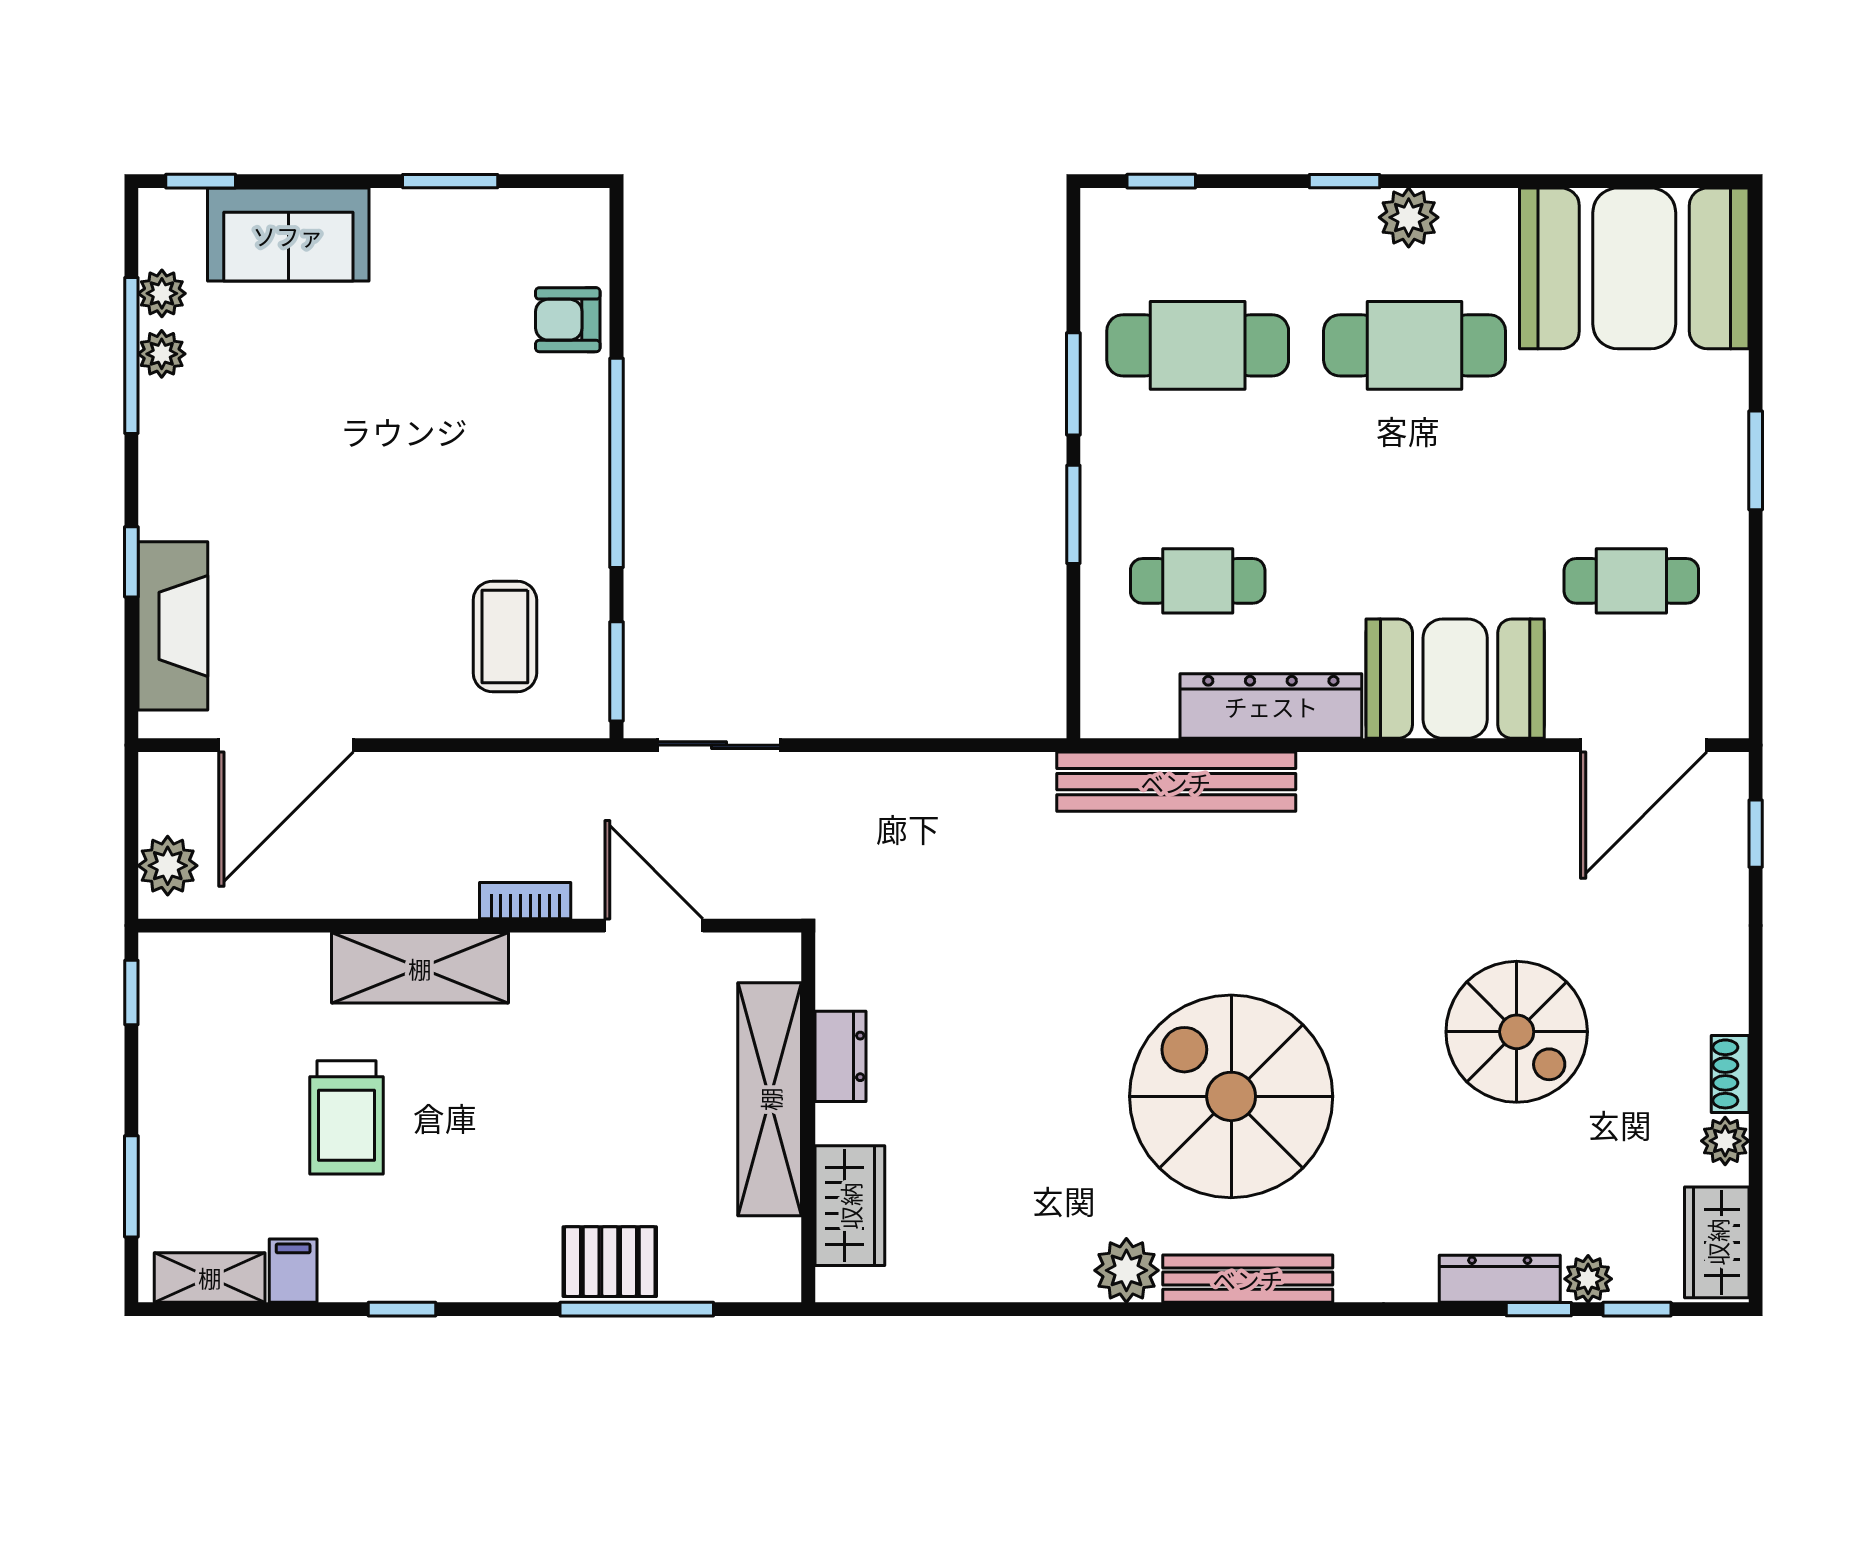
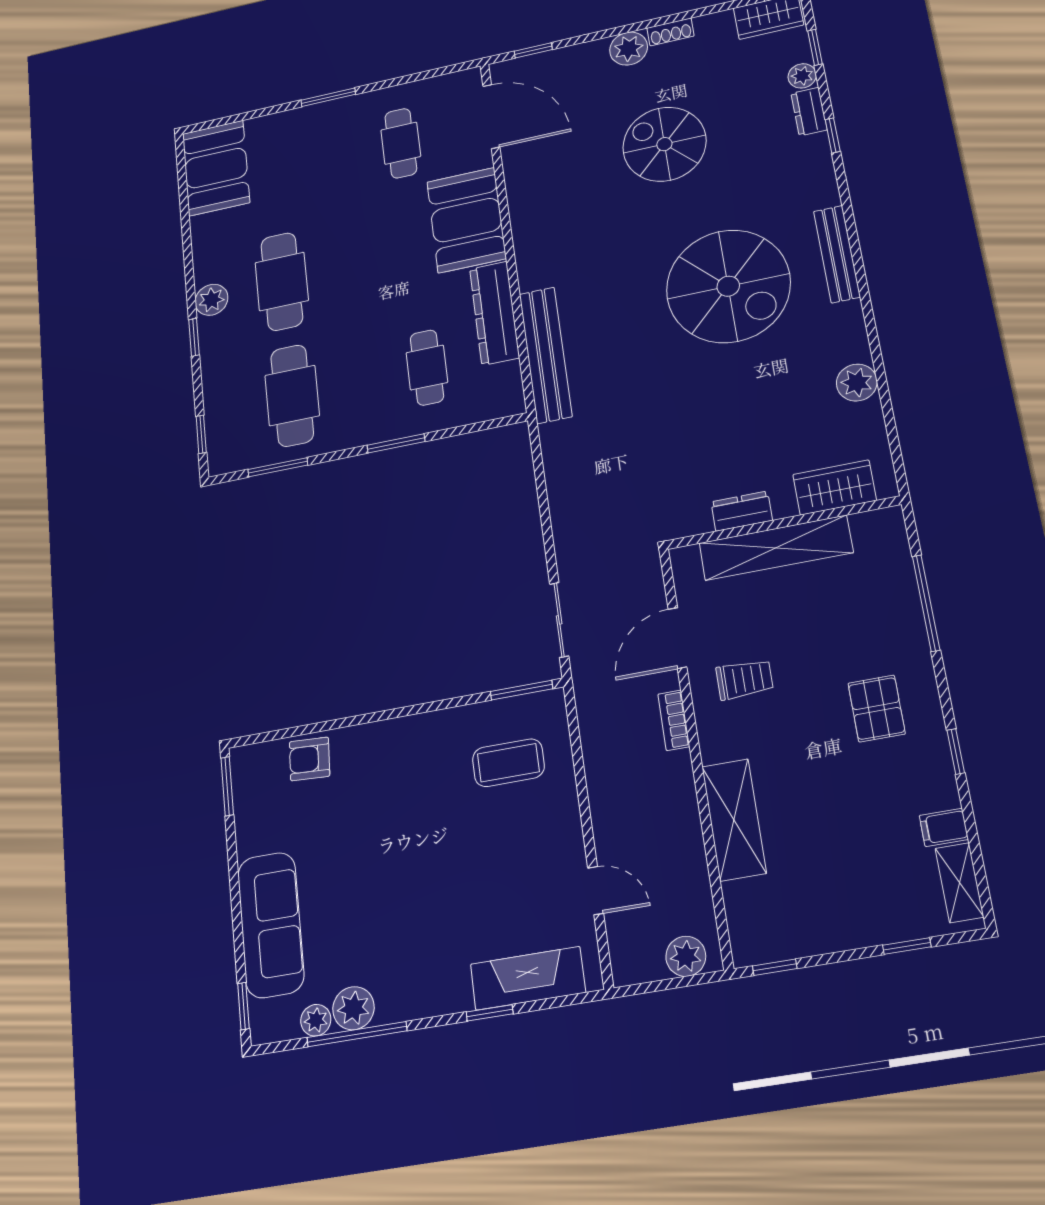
window: (450, 181) -> (227, 786), moved
sofa: (288, 235) -> (271, 925), width x1.36
booth: (1634, 268) -> (216, 168), width x0.73, depth x0.70
armchair: (568, 320) -> (310, 759), turned 93
plant: (162, 354) -> (353, 1008), width x1.38, depth x1.38
window: (1073, 384) -> (278, 467), moved
window: (616, 463) -> (393, 714), removed
door: (286, 745) -> (596, 891), width x0.53
shelving: (420, 968) -> (734, 820), moved
spiral stairs: (1517, 1032) -> (664, 144), turned -90
spiral stairs: (1231, 1096) -> (728, 286), turned -90
trolley: (346, 1117) -> (745, 679), moved, width x0.73, depth x0.72
plant: (1725, 1141) -> (629, 49), moved, width x1.38, depth x1.38
window: (131, 1186) -> (907, 946), width x0.67
pallet: (610, 1262) -> (877, 709), moved
plant: (1126, 1270) -> (857, 383), moved
dresser: (1500, 1279) -> (809, 112), width x0.70
window: (1539, 1309) -> (833, 135), moved

